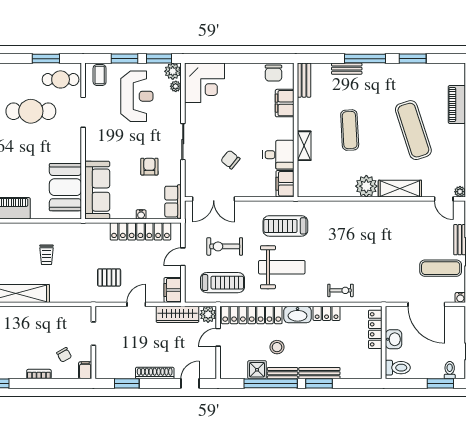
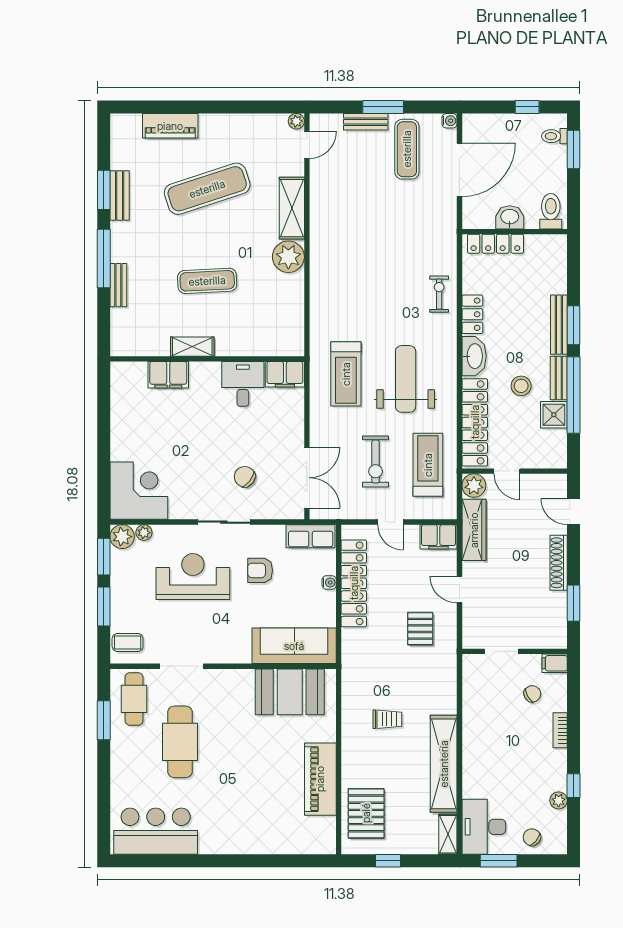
chair: (273, 73) -> (125, 391), removed
bench: (304, 80) -> (120, 195), moved, turned 90
reception desk: (137, 96) -> (193, 576), moved
shelving: (304, 146) -> (192, 347), moved
chair: (230, 160) -> (245, 477), moved, turned 89

